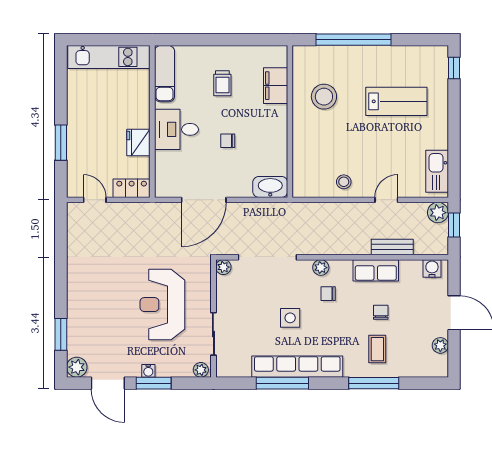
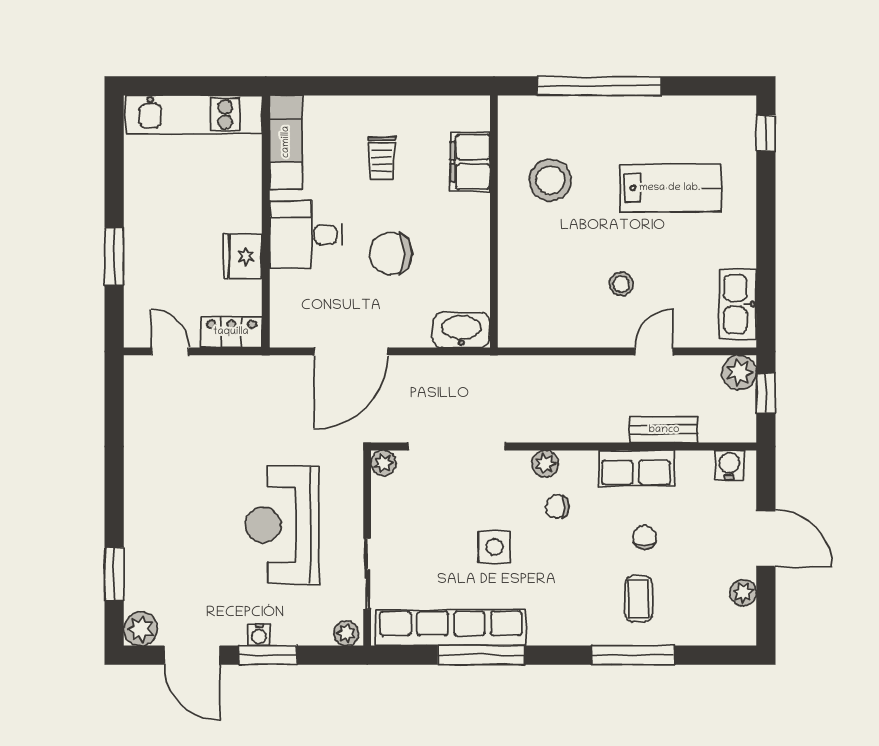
chair: (228, 141) -> (391, 254), width x1.87, depth x1.87
stool: (344, 182) -> (621, 284), moved
row of seats: (297, 367) -> (451, 628), moved

